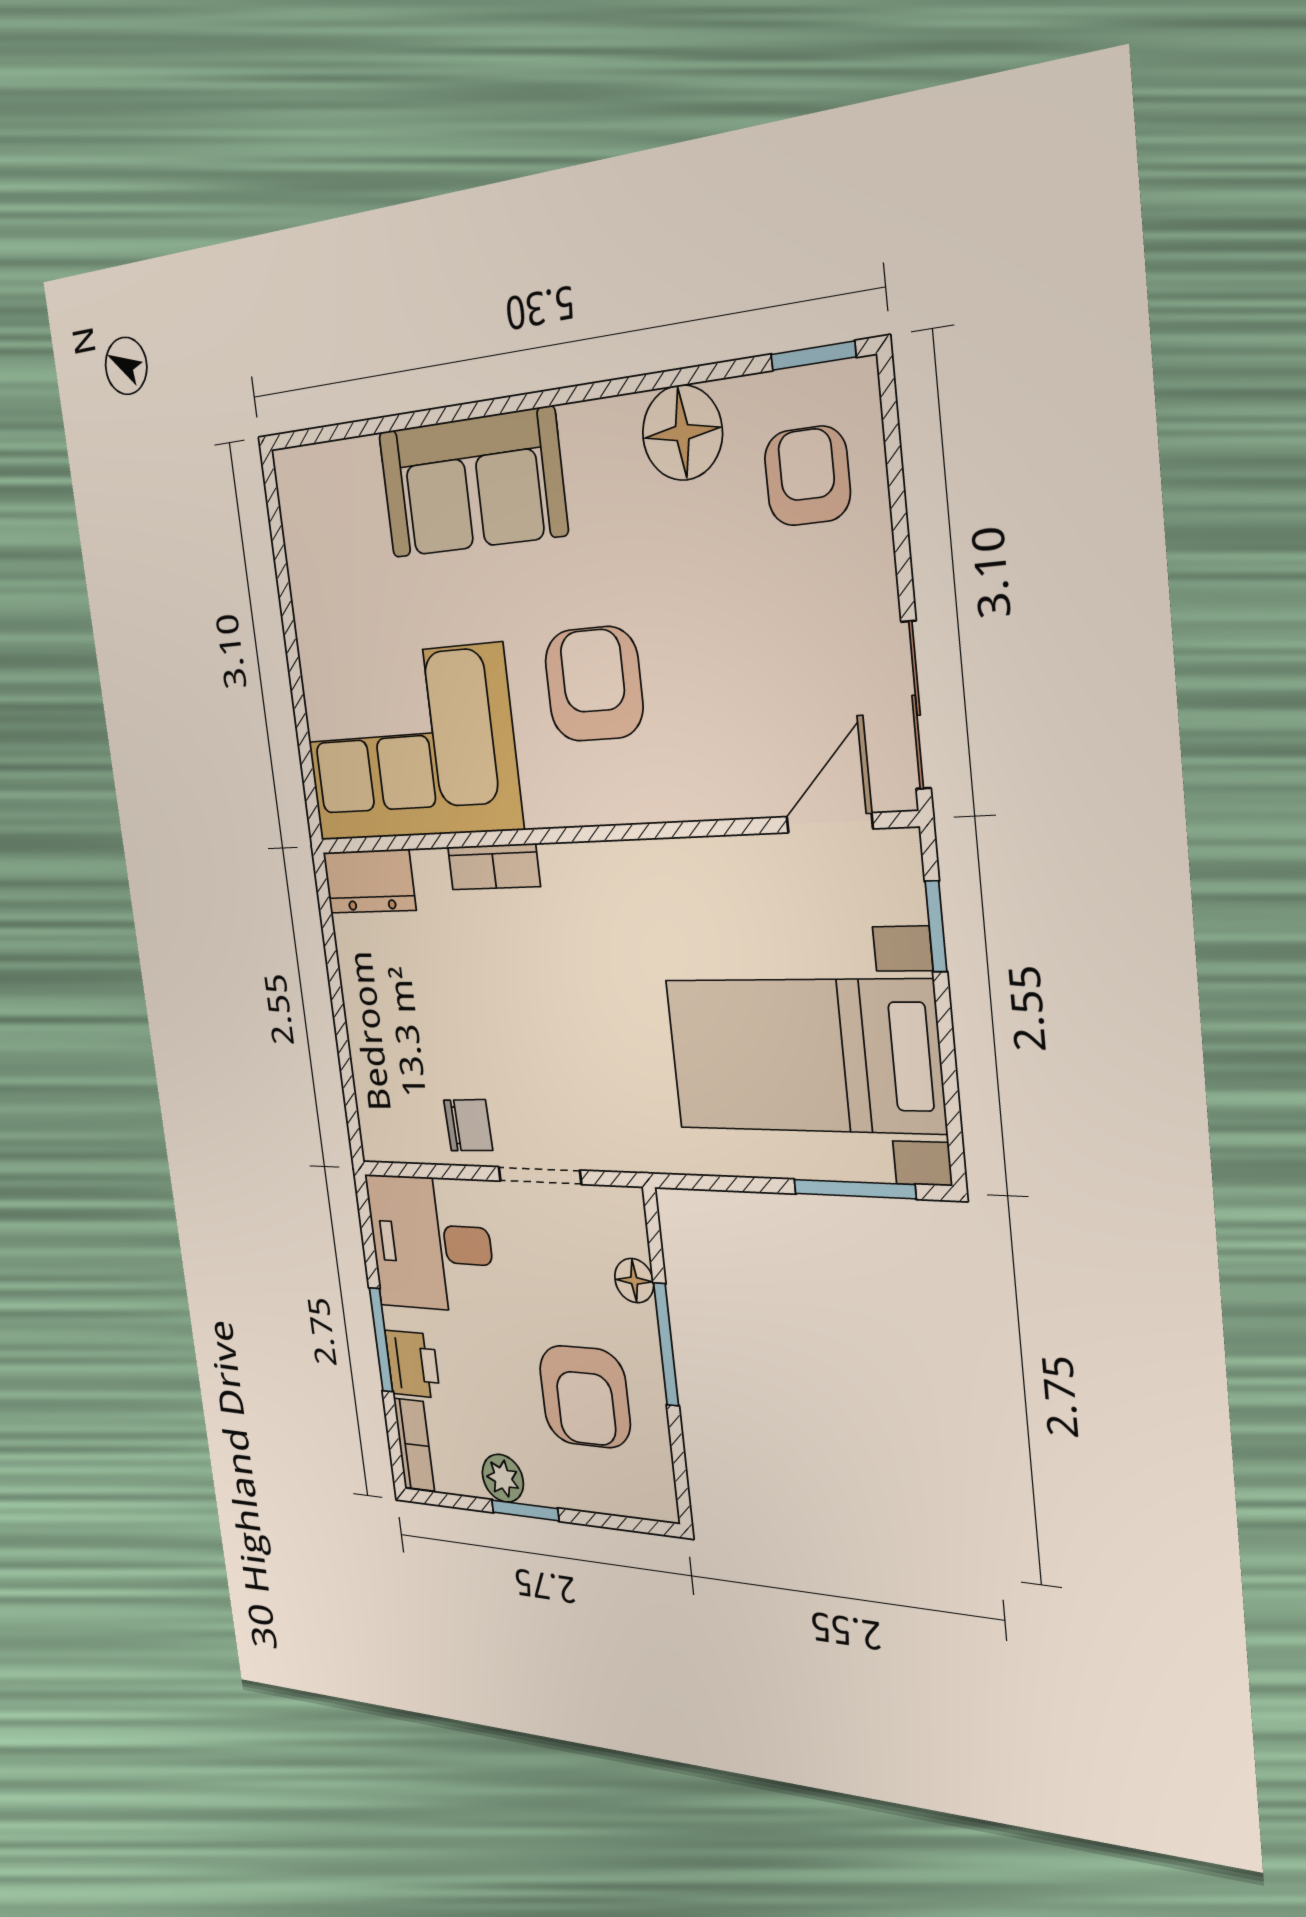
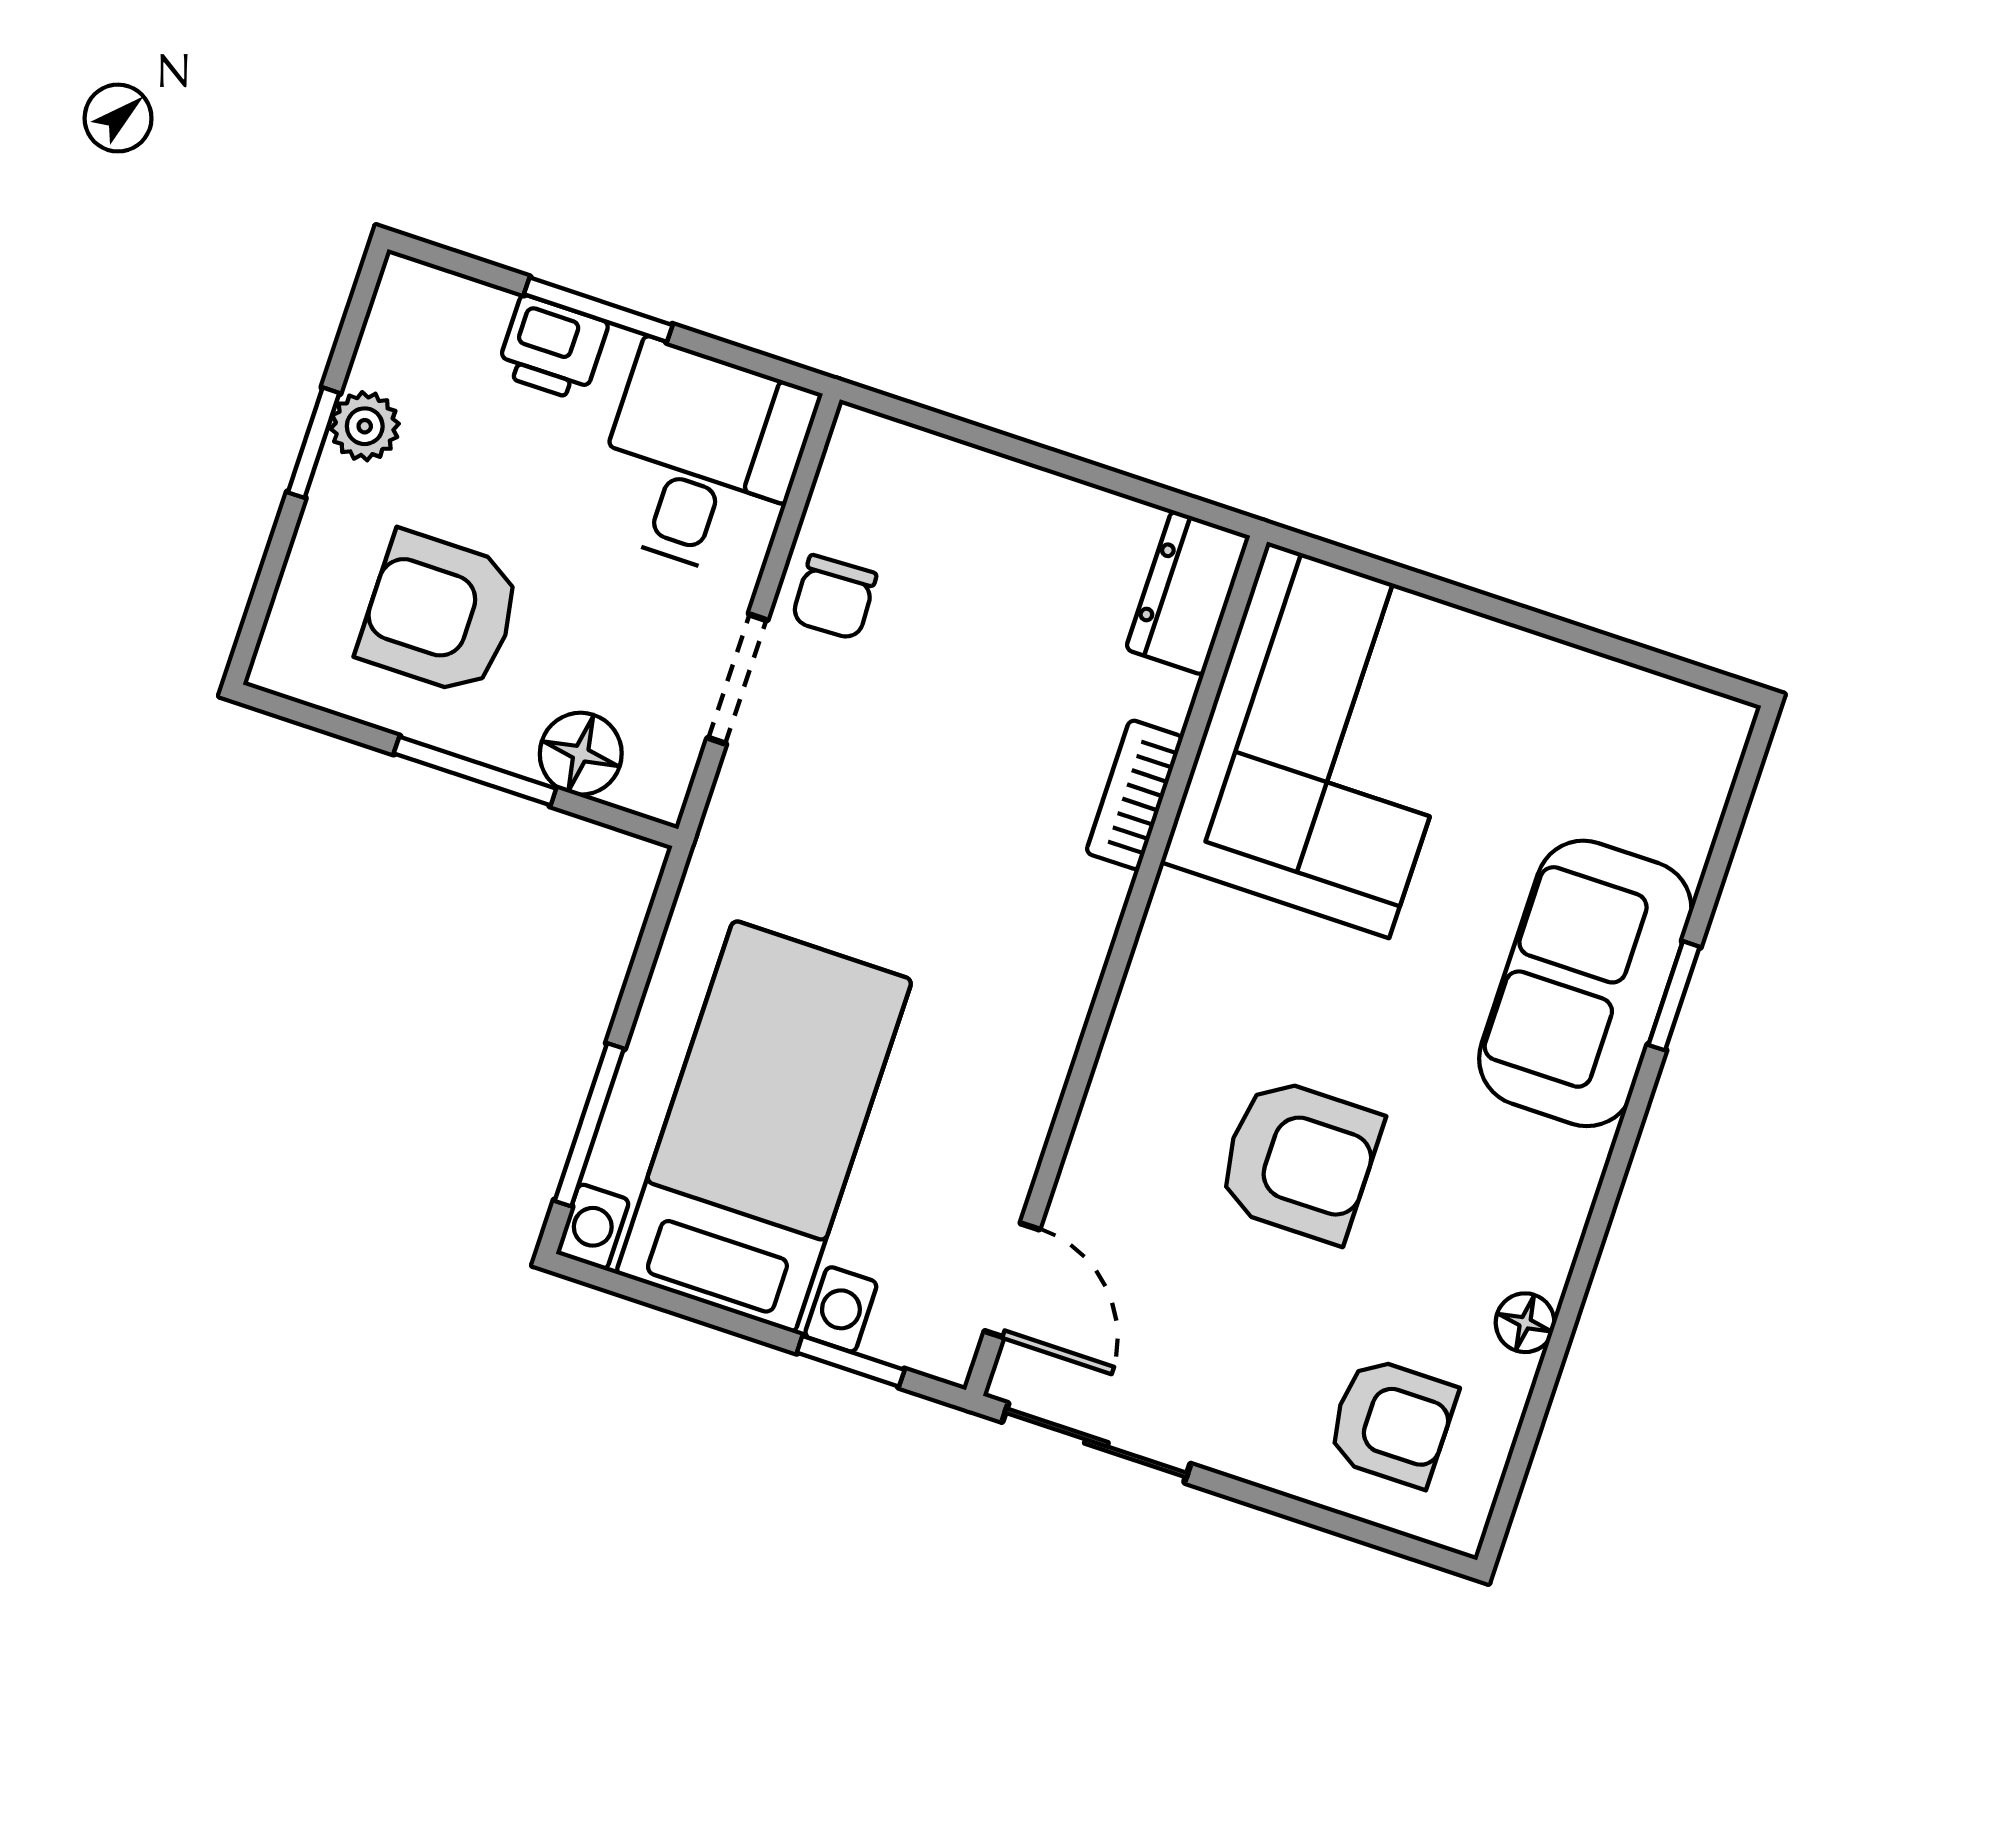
window: (813, 356) -> (1674, 996), moved
floor lamp: (682, 433) -> (1525, 1323), width x0.53, depth x0.53
armchair: (594, 684) -> (1299, 1160), moved
floor lamp: (634, 1281) -> (581, 754), width x1.37, depth x1.37
bookcase: (414, 1445) -> (444, 295), removed

